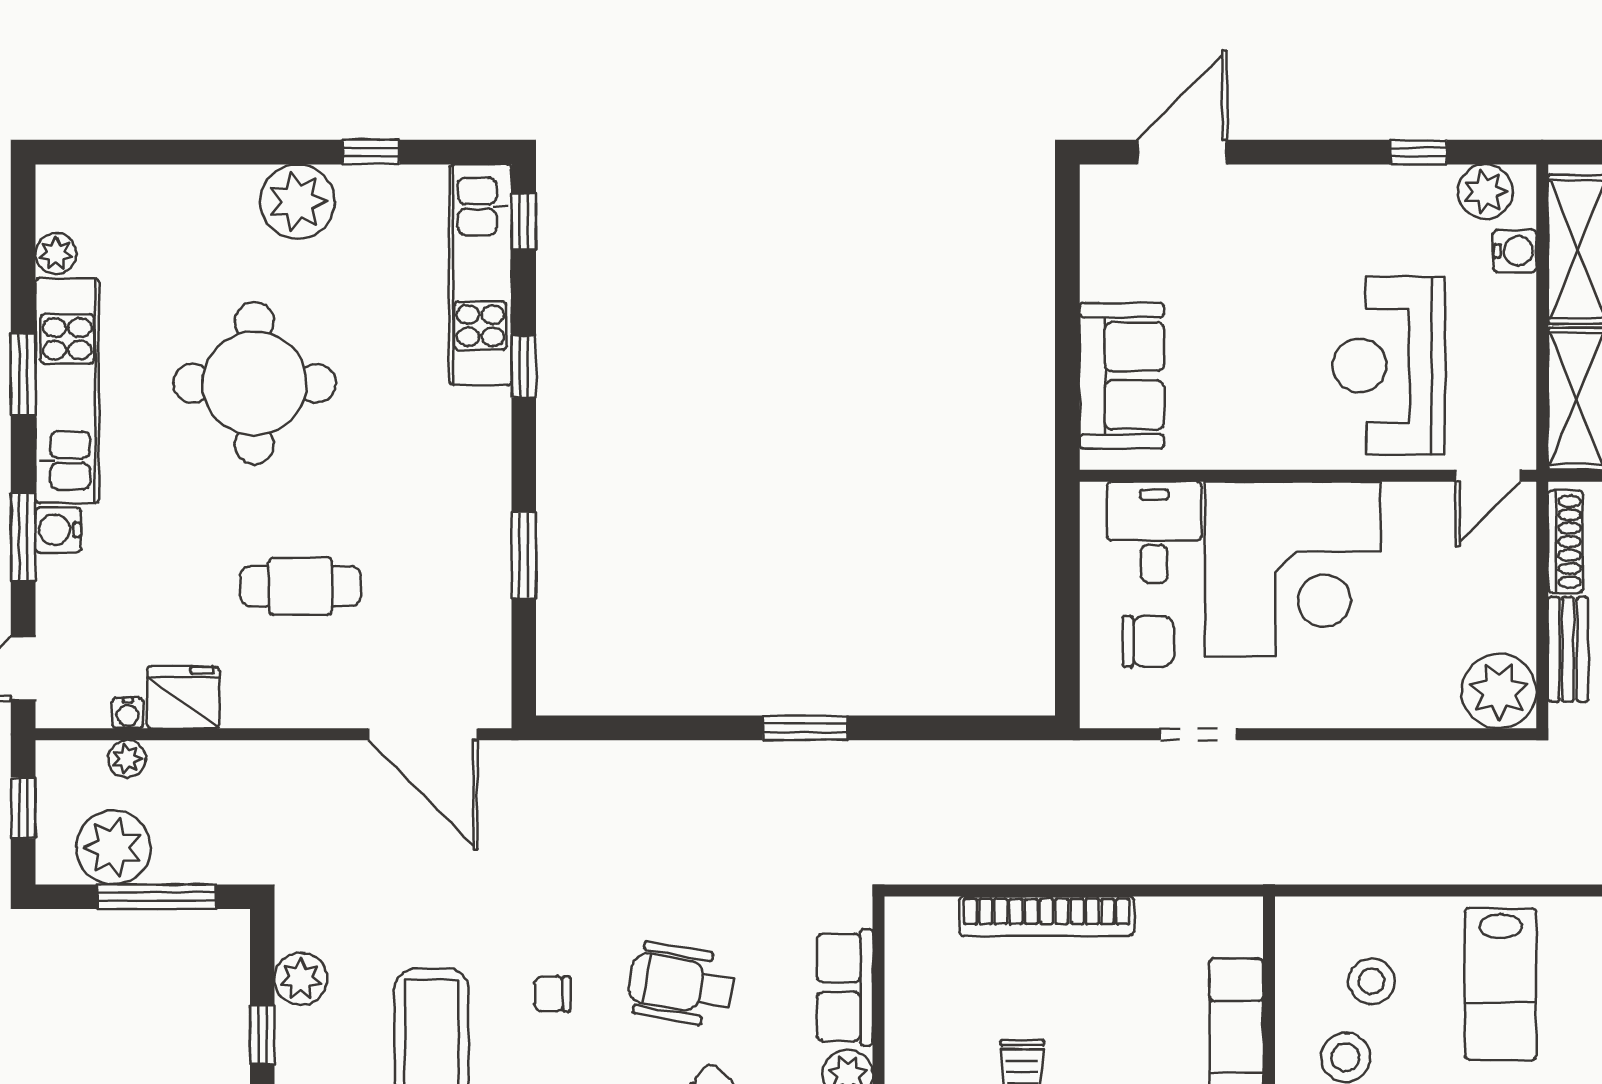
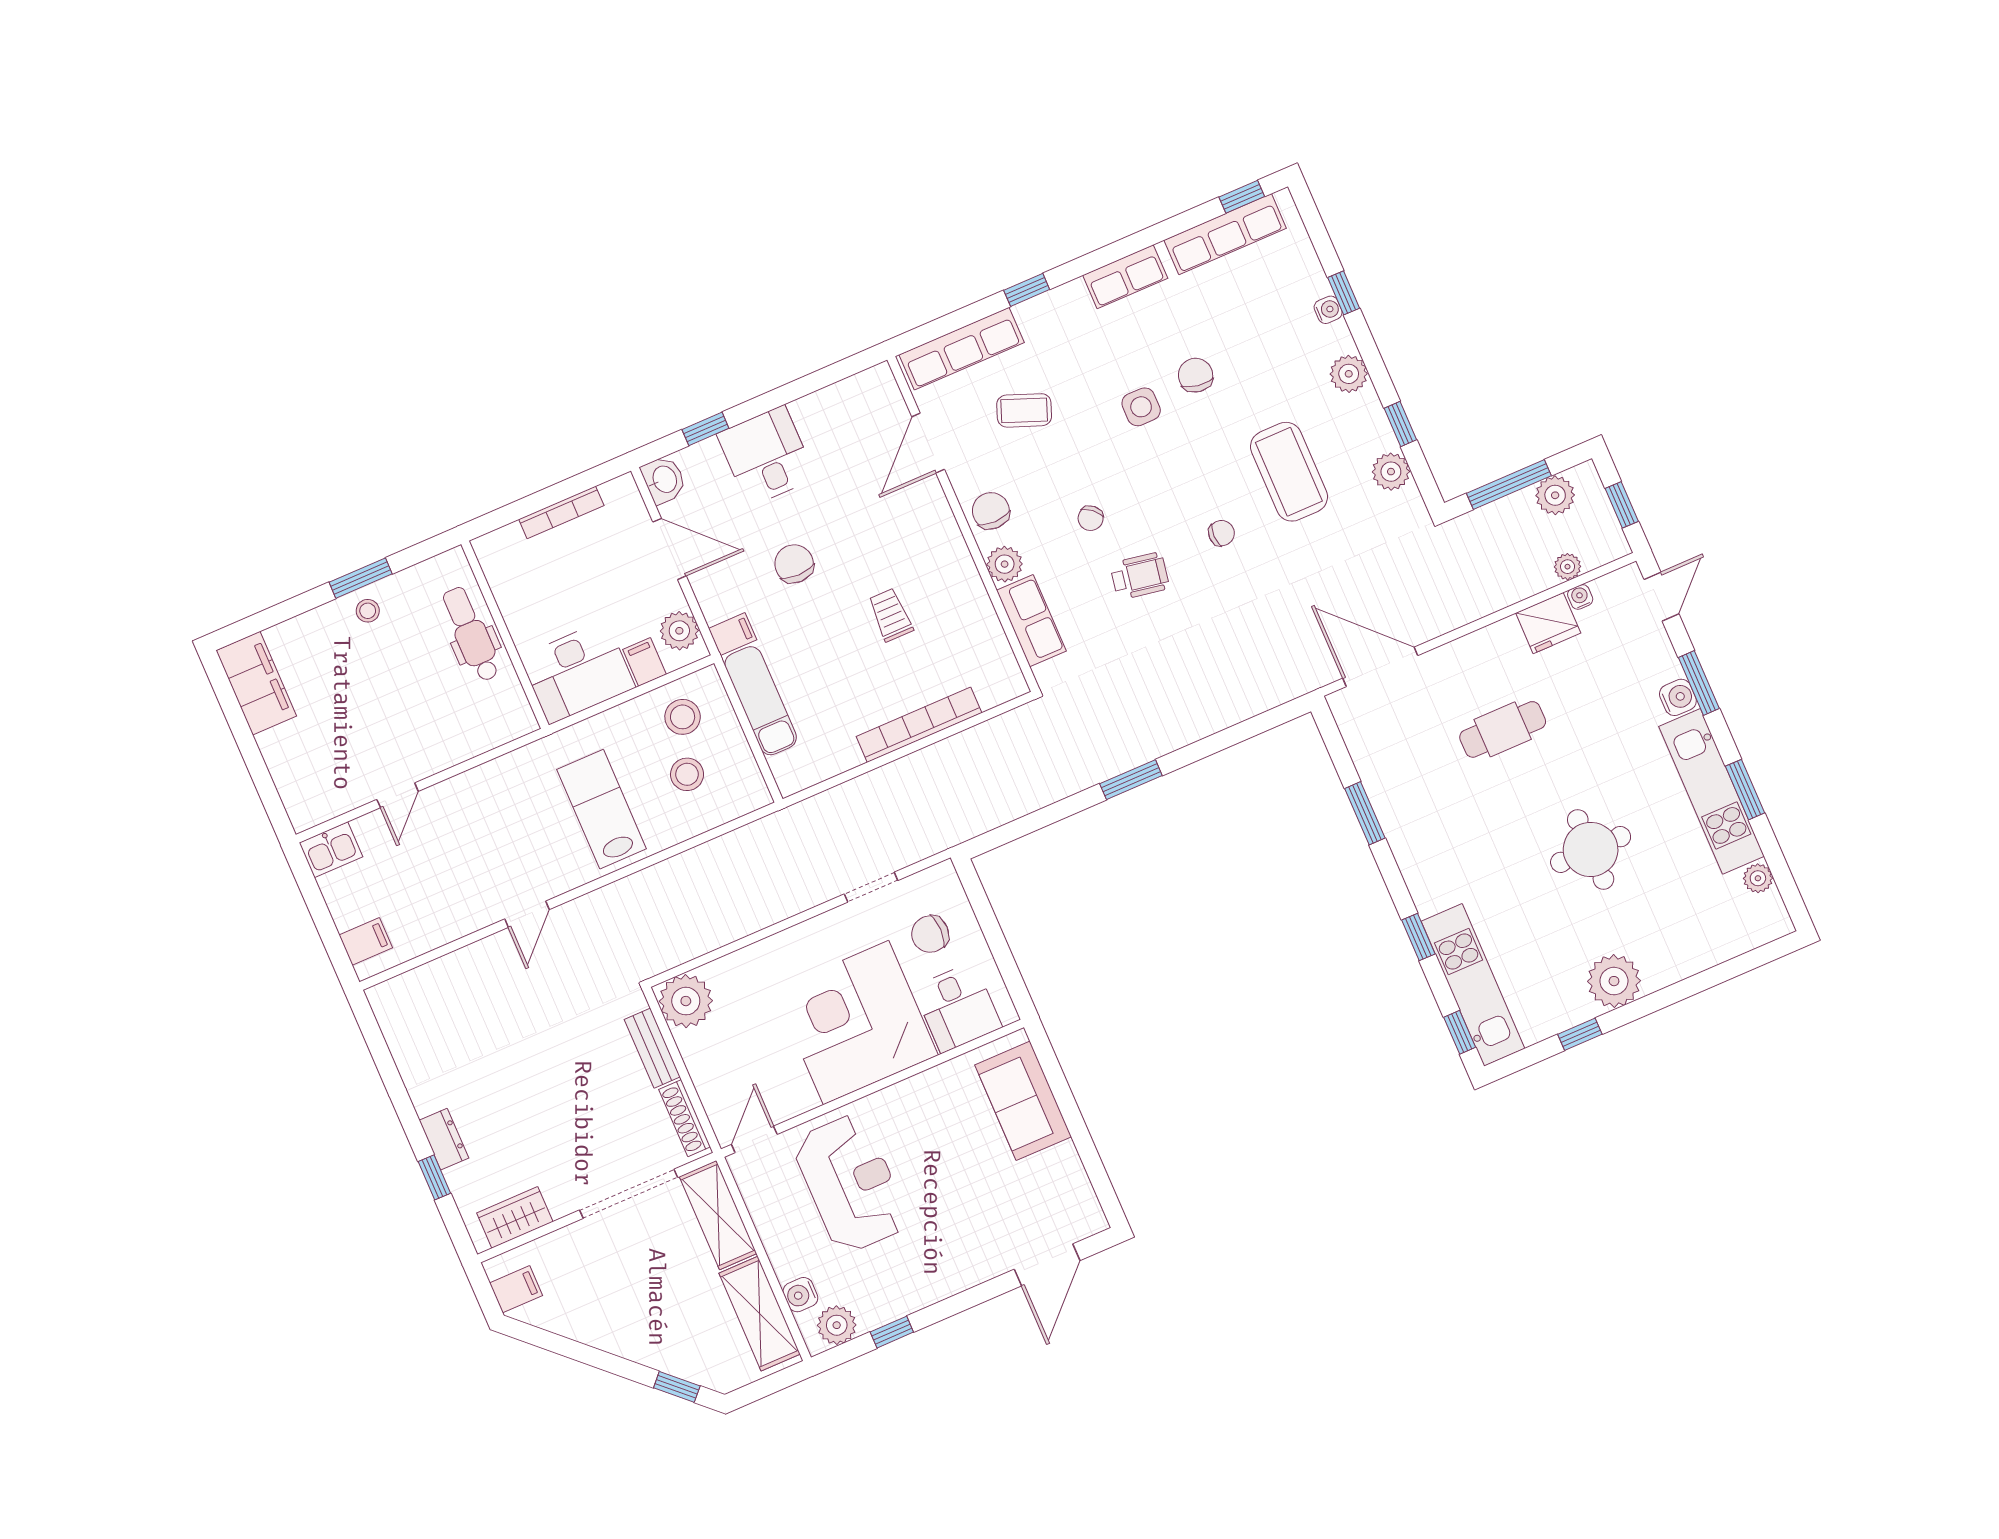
round table: (254, 383) -> (1591, 849), width x0.73, depth x0.73
plant: (113, 847) -> (1555, 495), width x0.73, depth x0.73
wheelchair: (681, 984) -> (1140, 576), width x0.73, depth x0.73

